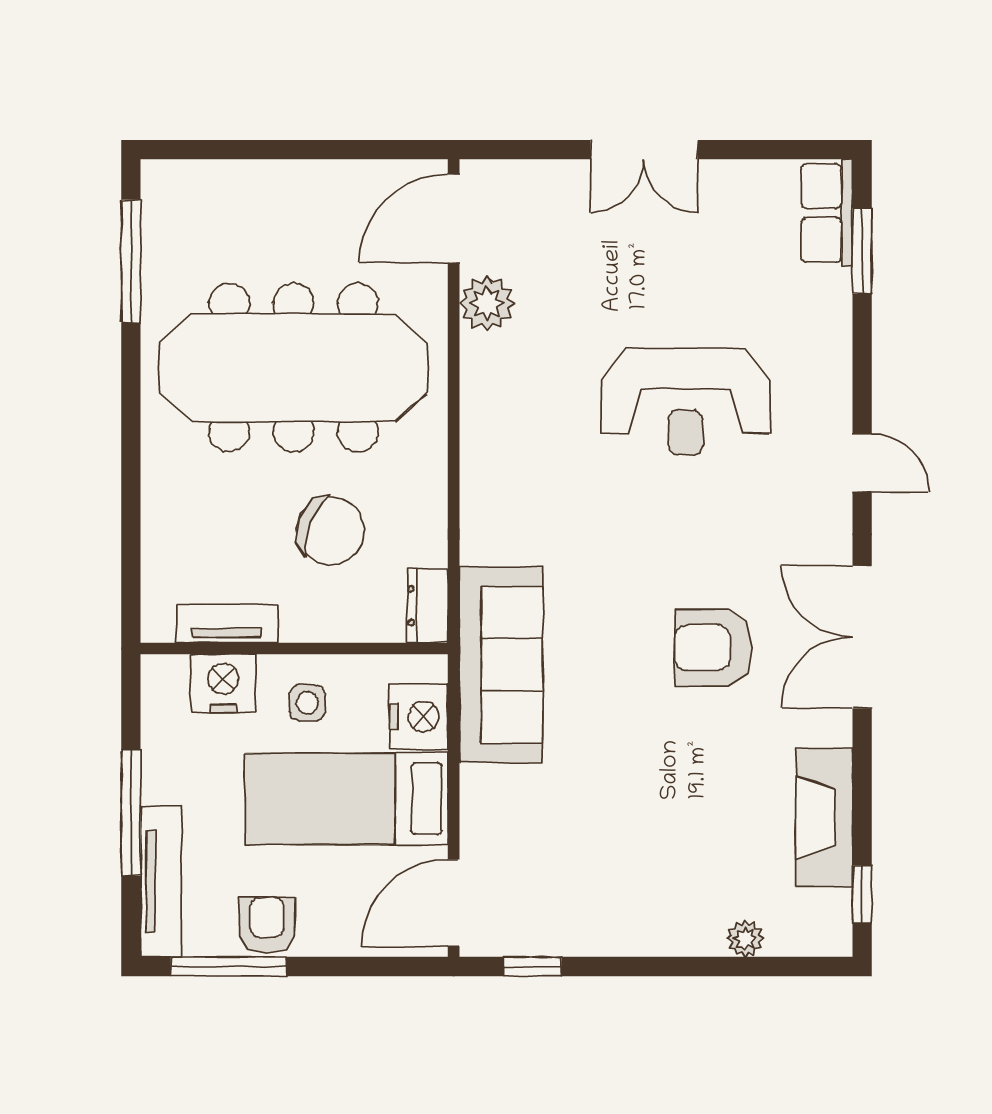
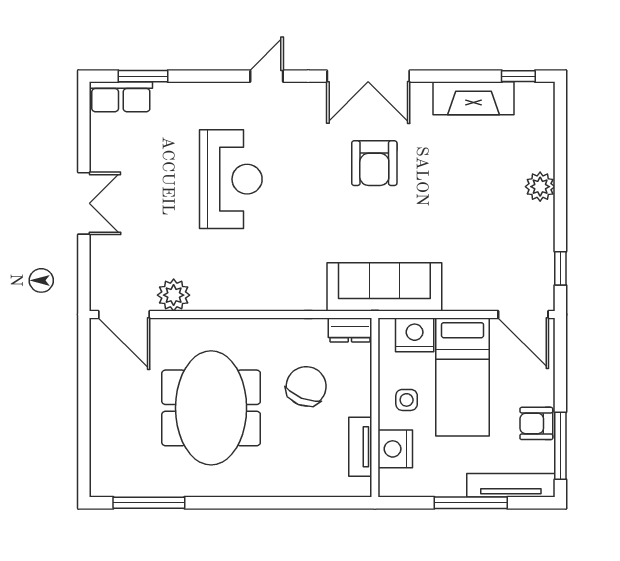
meeting table: (294, 368) -> (211, 408), width x0.73
plant: (745, 939) -> (540, 187), moved, width x1.38, depth x1.38

